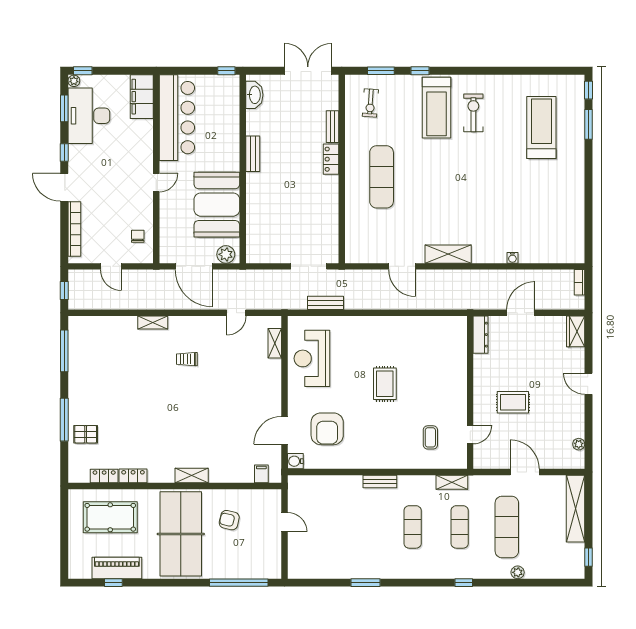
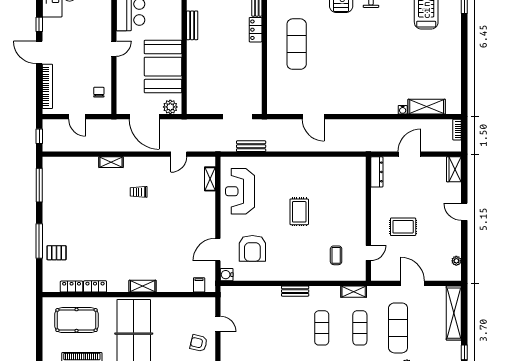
shelving: (448, 254) -> (427, 107), moved
armchair: (229, 520) -> (199, 343), moved

